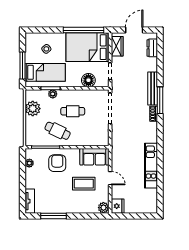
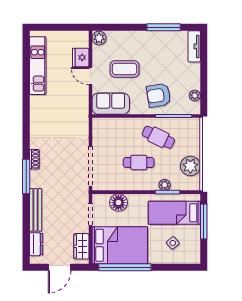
bench: (153, 88) -> (36, 210), moved
armchair: (57, 163) -> (159, 95), turned 81
kitchen unit: (151, 166) -> (38, 66), moved
fridge: (118, 206) -> (81, 57), moved

